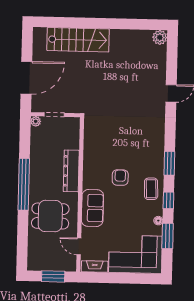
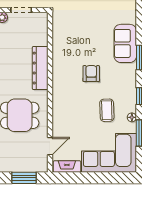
coffee table: (151, 189) -> (107, 110), moved
sofa: (92, 208) -> (125, 43), moved, turned 180
door: (79, 246) -> (50, 146), swing flipped

